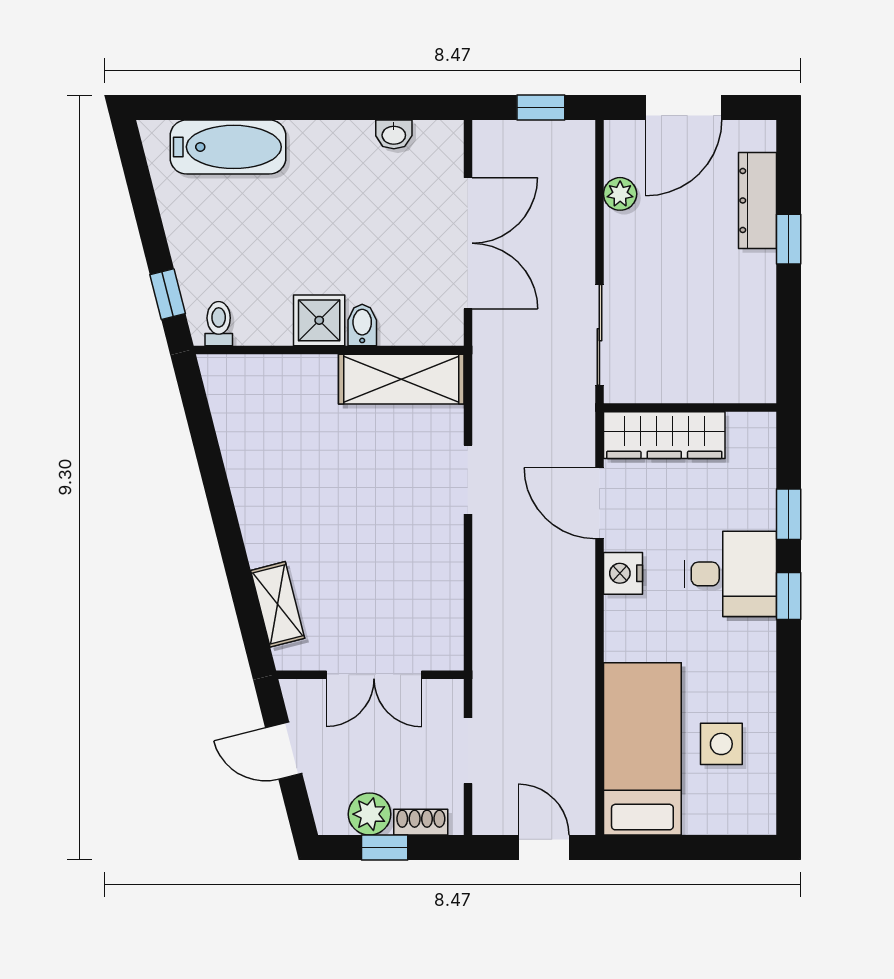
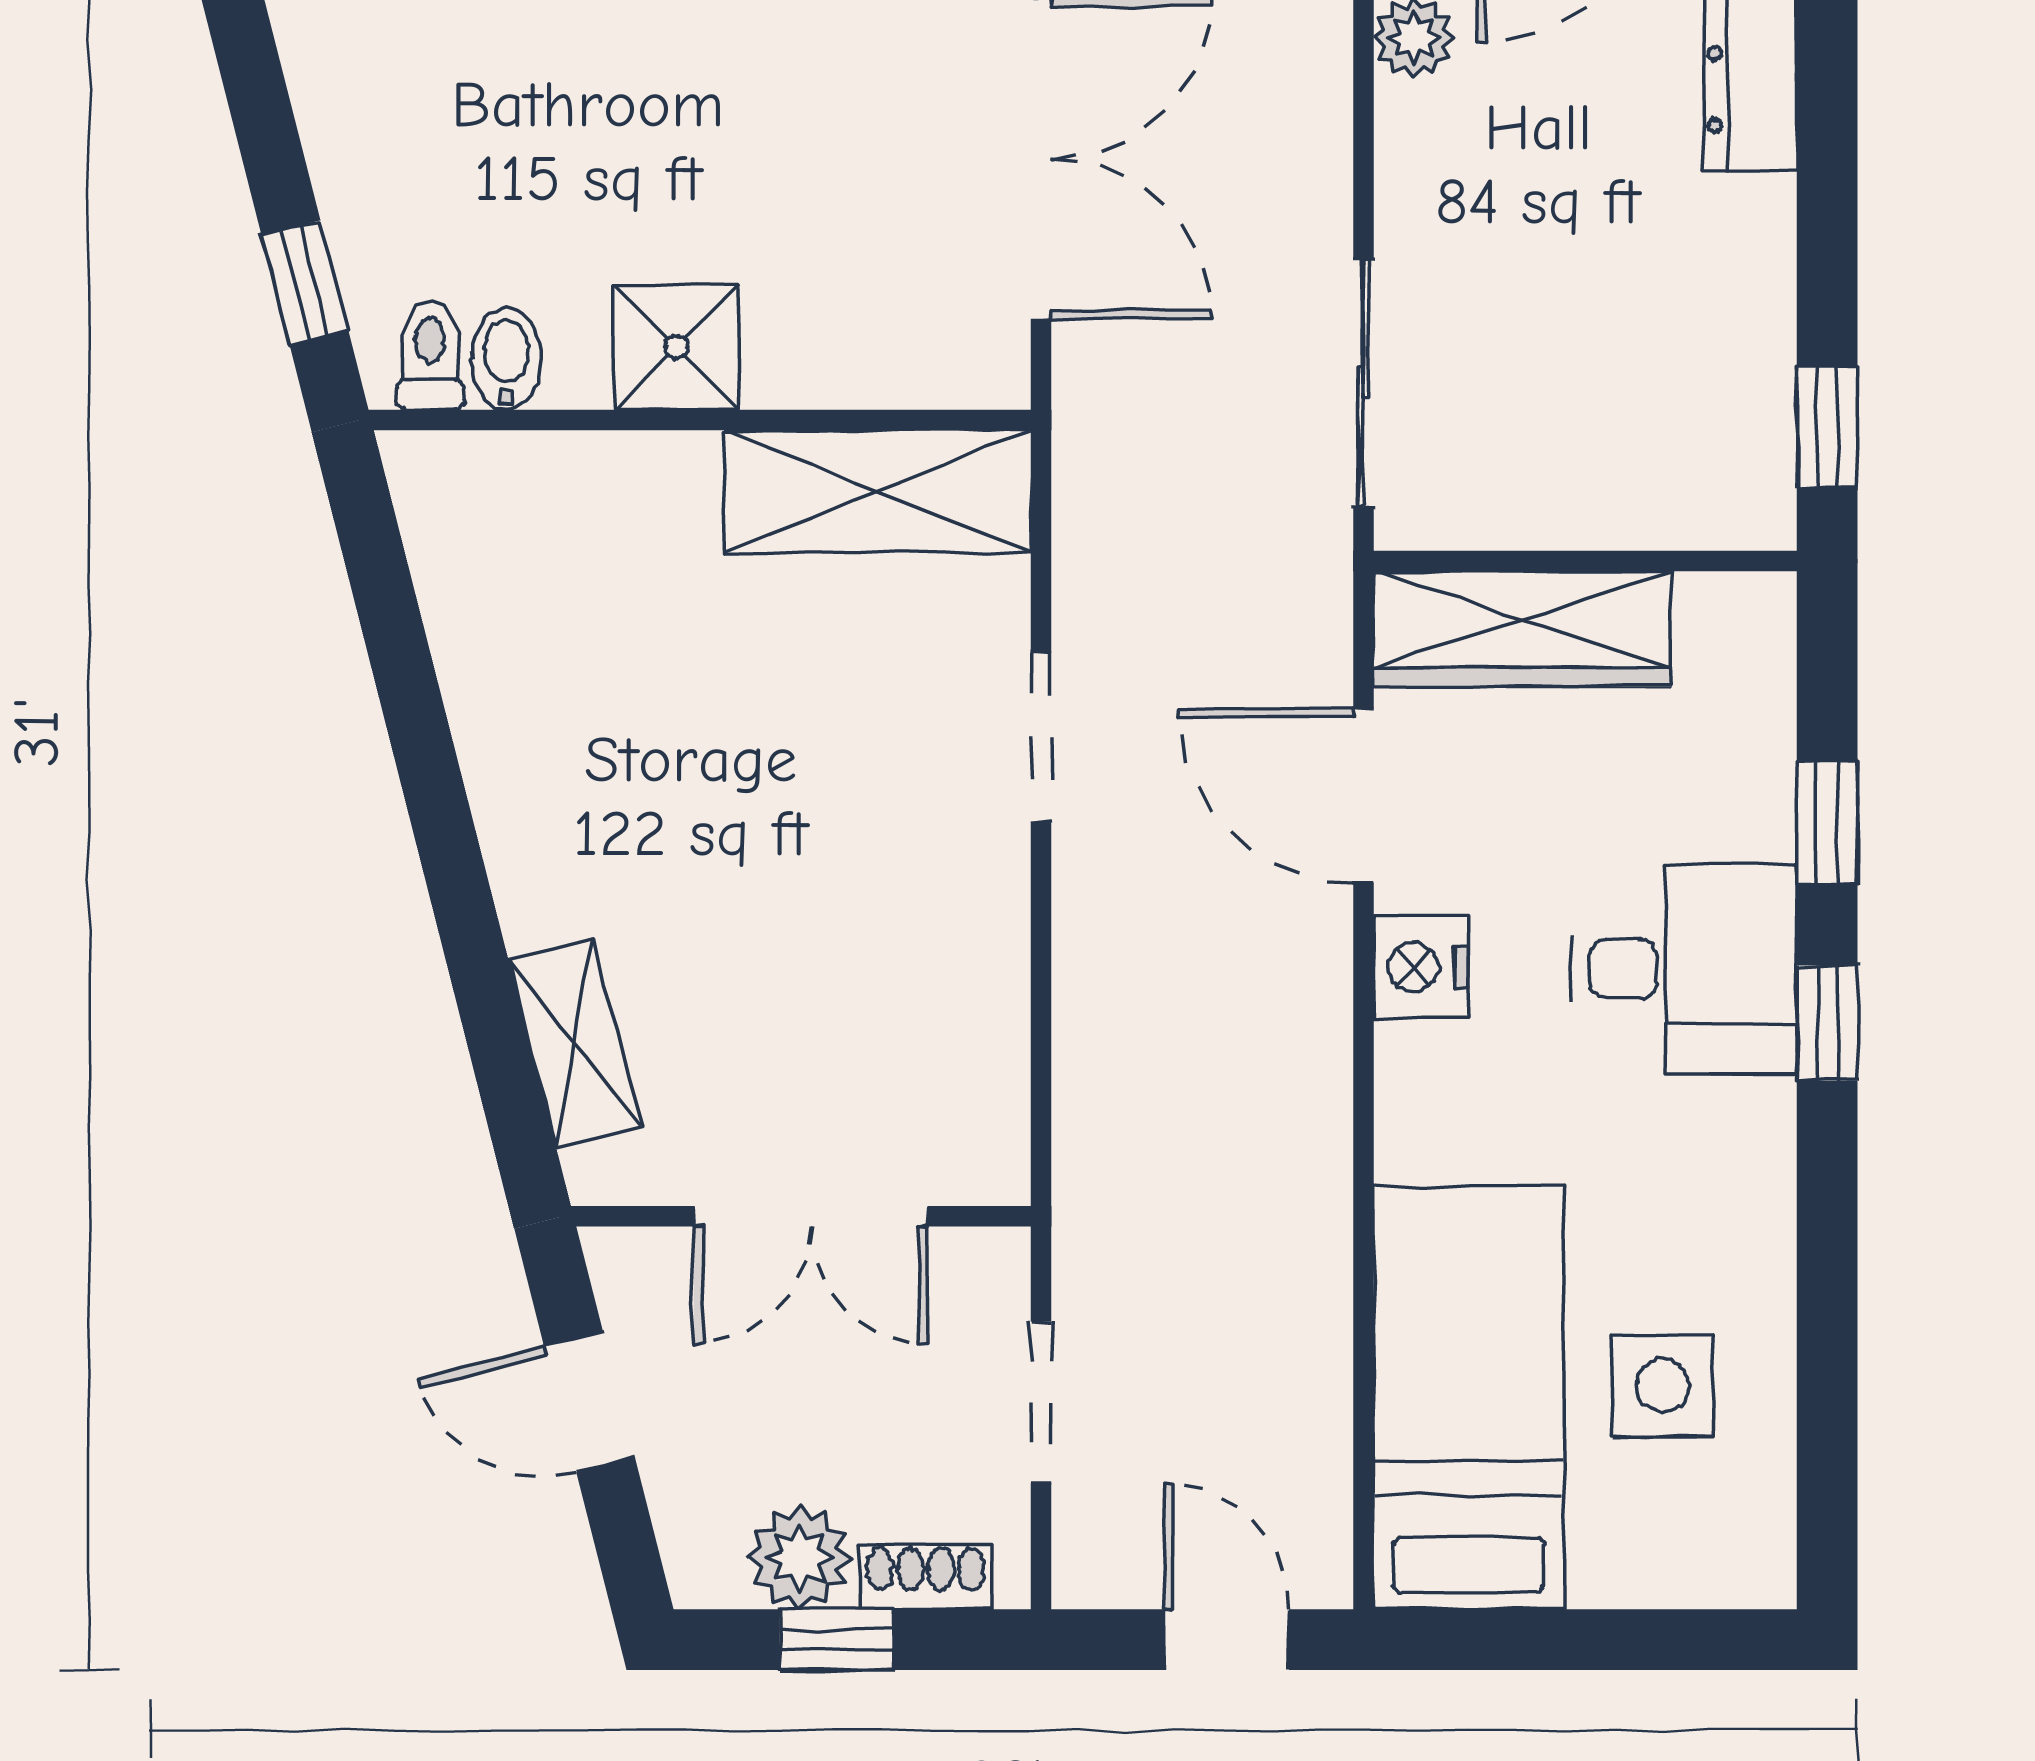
window: (789, 239) -> (1827, 427), moved
bidet: (362, 325) -> (506, 359), moved

